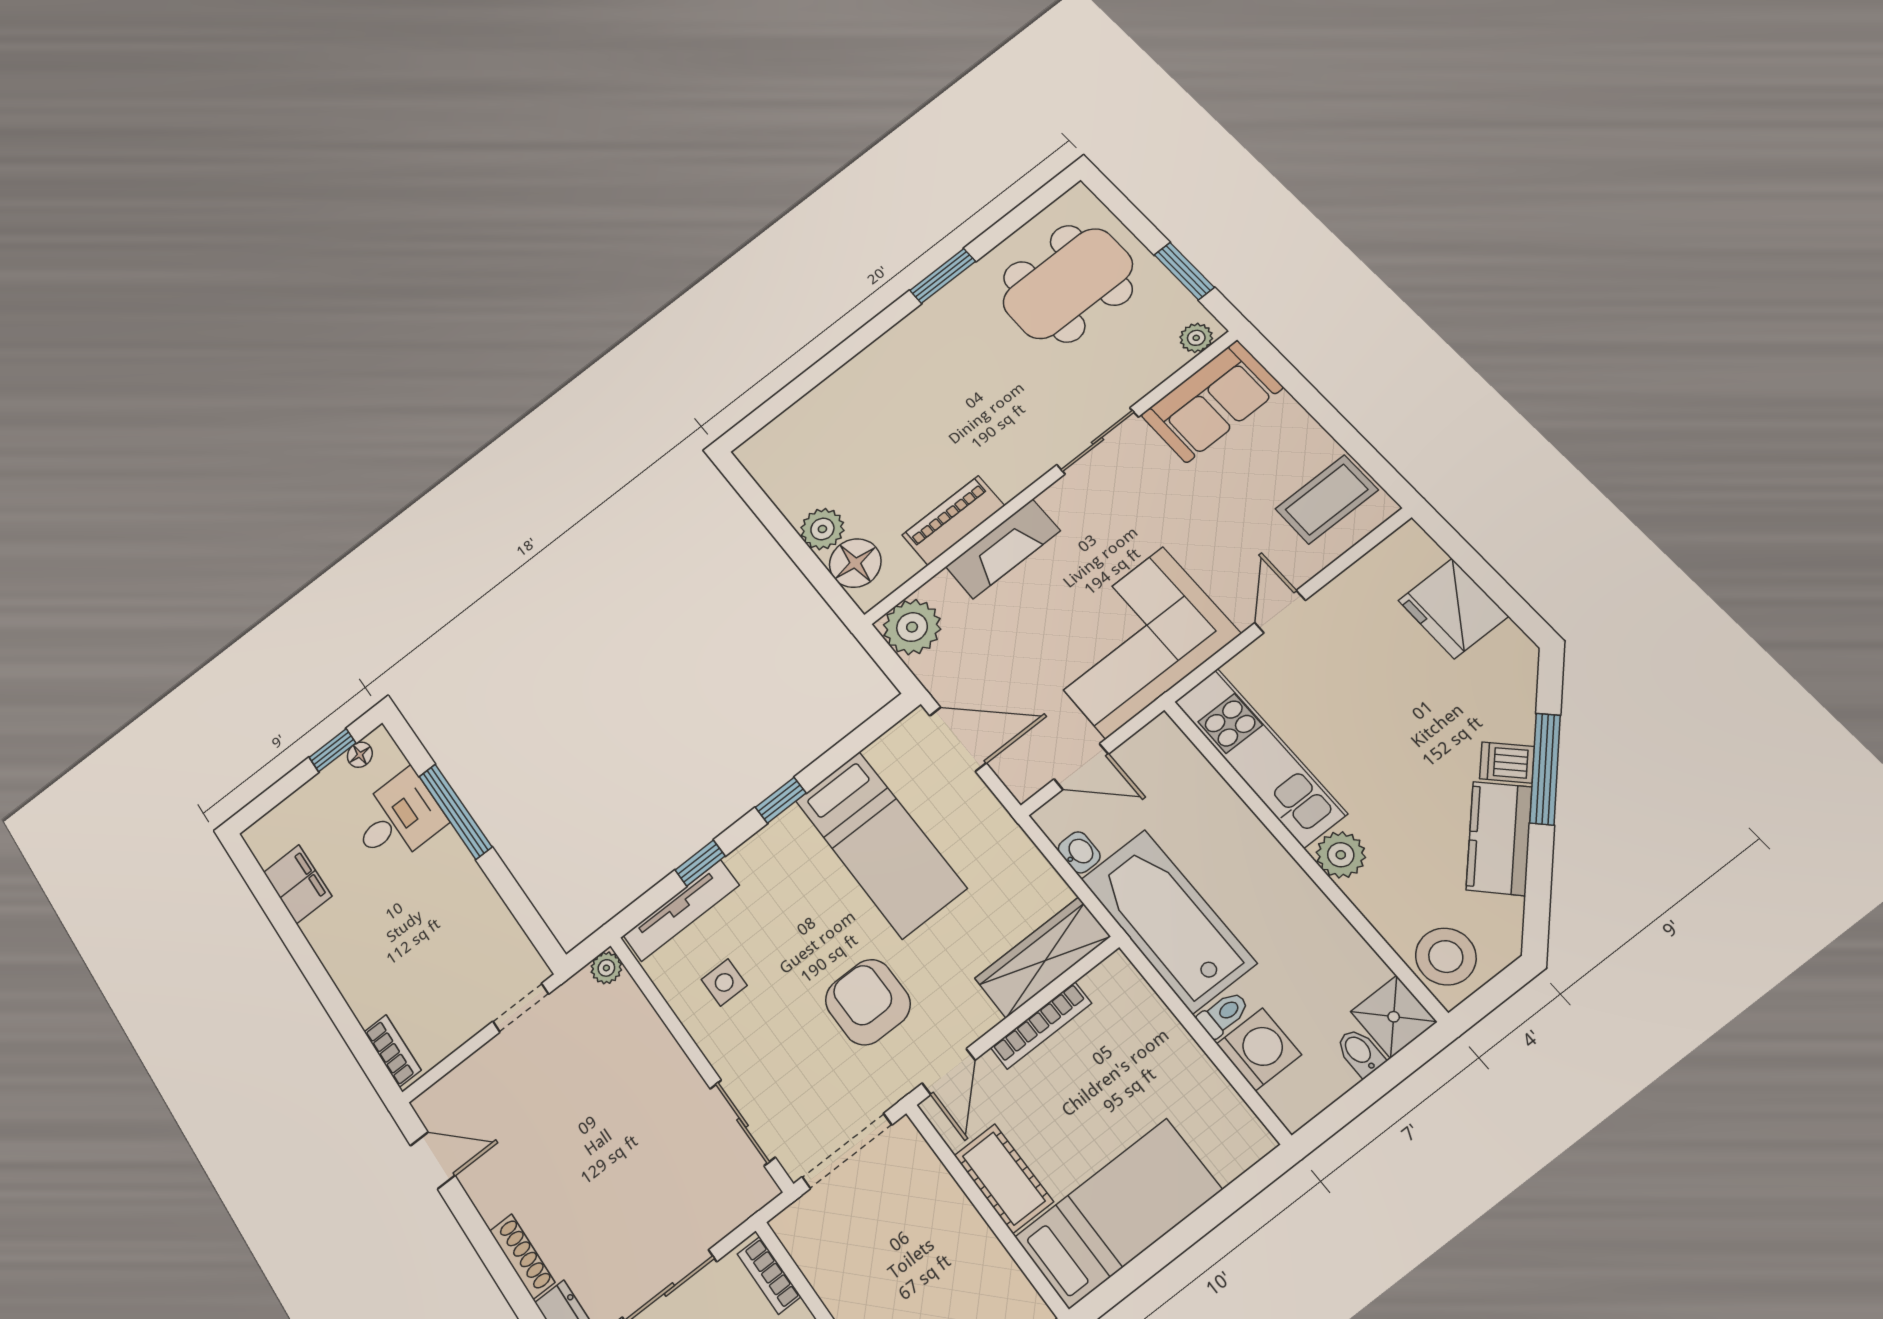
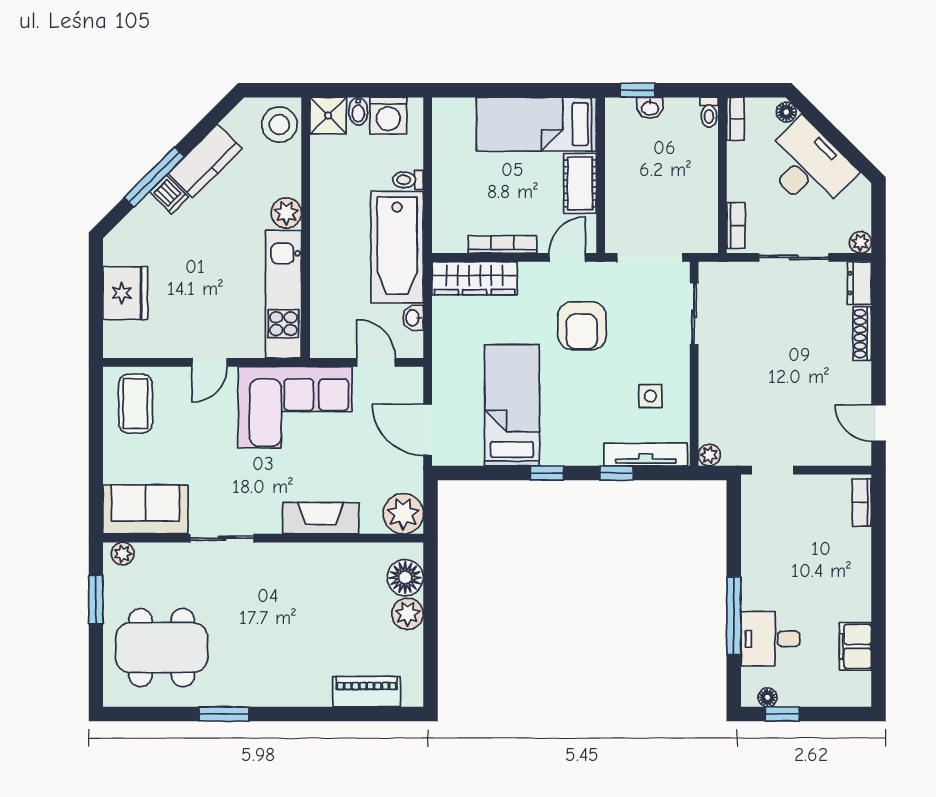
coffee table: (1327, 499) -> (135, 404), turned 90
piano: (953, 520) -> (367, 692), moved, turned 180
washing machine: (1259, 1049) -> (388, 116), moved, turned -90

